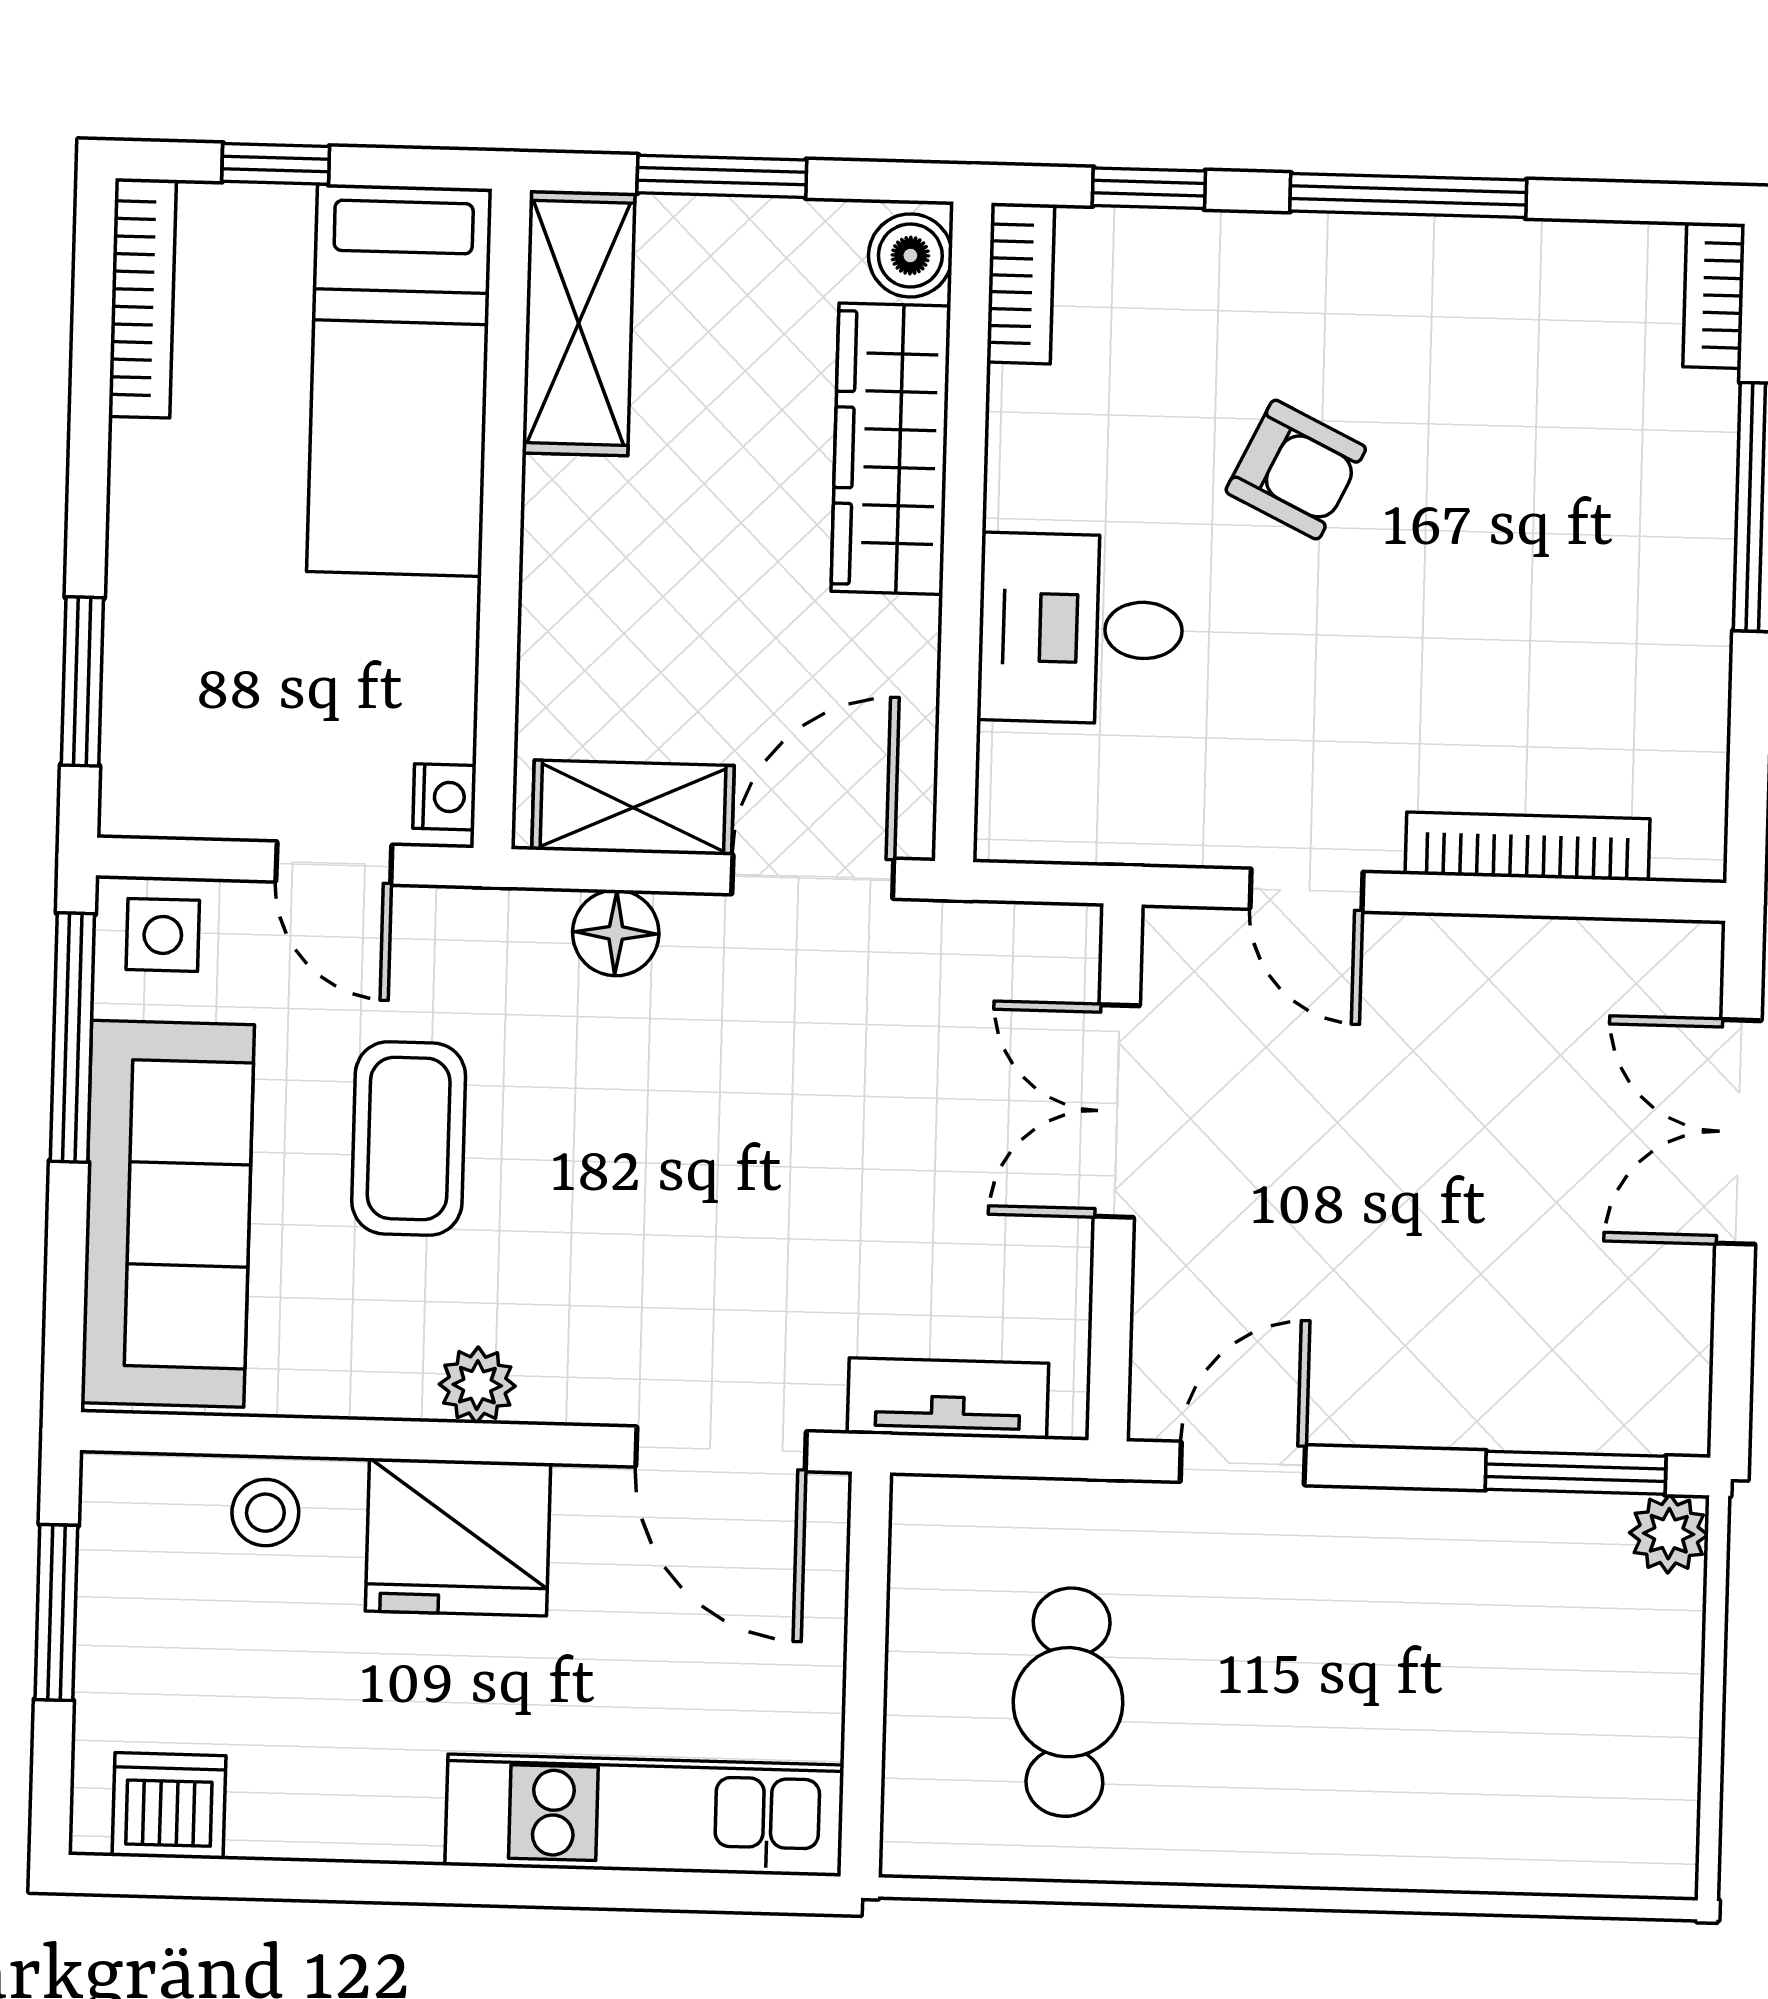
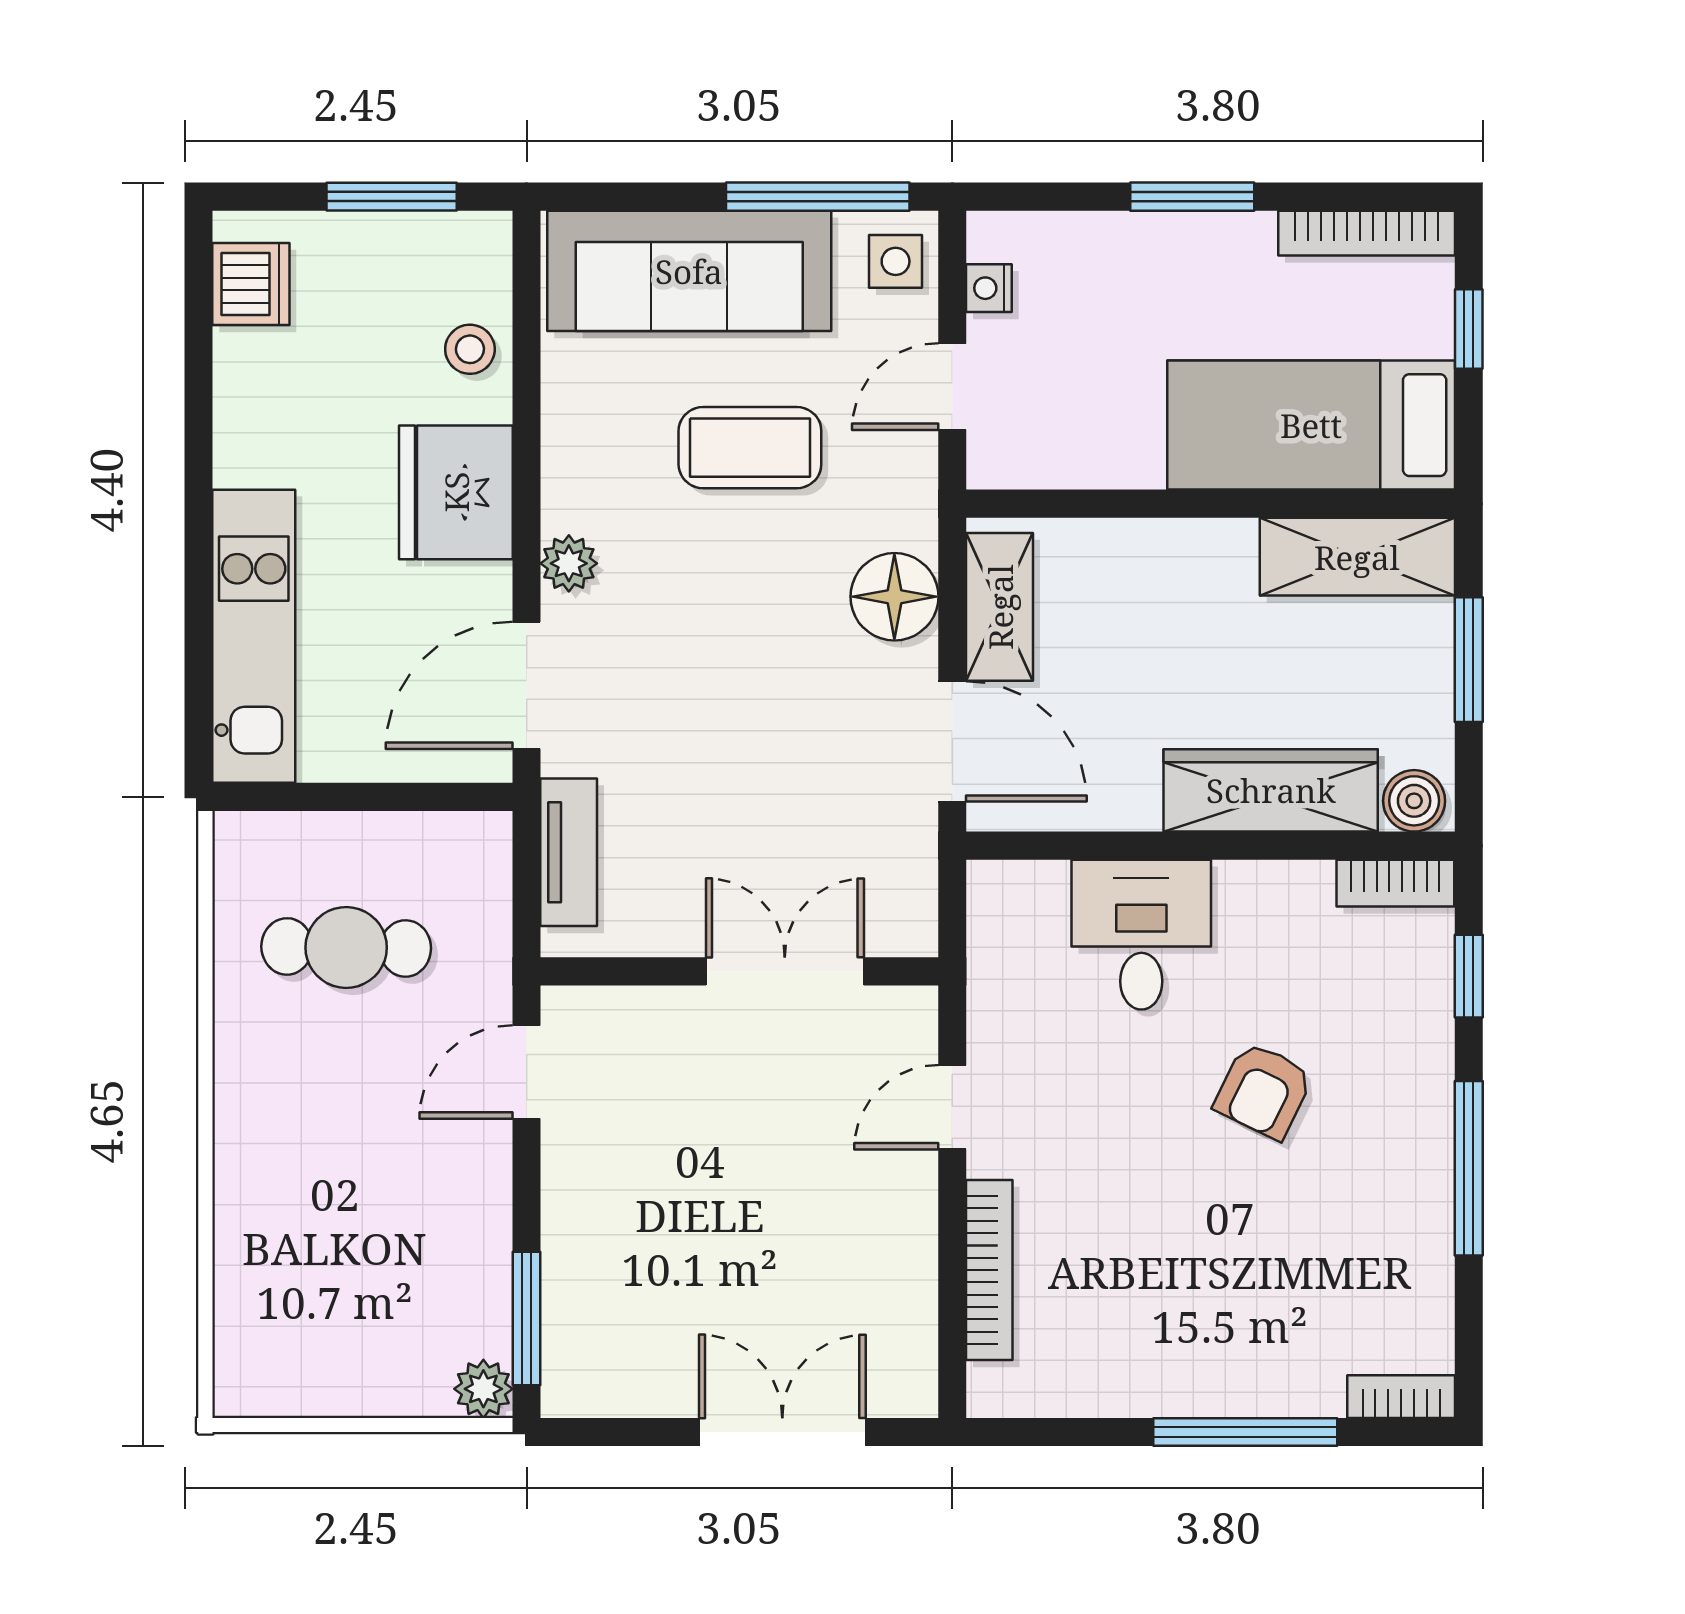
window: (82, 681) -> (1192, 197), moved
nightstand: (444, 797) -> (989, 288), moved, turned 90
floor lamp: (616, 933) -> (894, 597), width x1.38, depth x1.38
plant: (477, 1385) -> (569, 563), moved
door: (1243, 1464) -> (527, 1072), swing flipped

